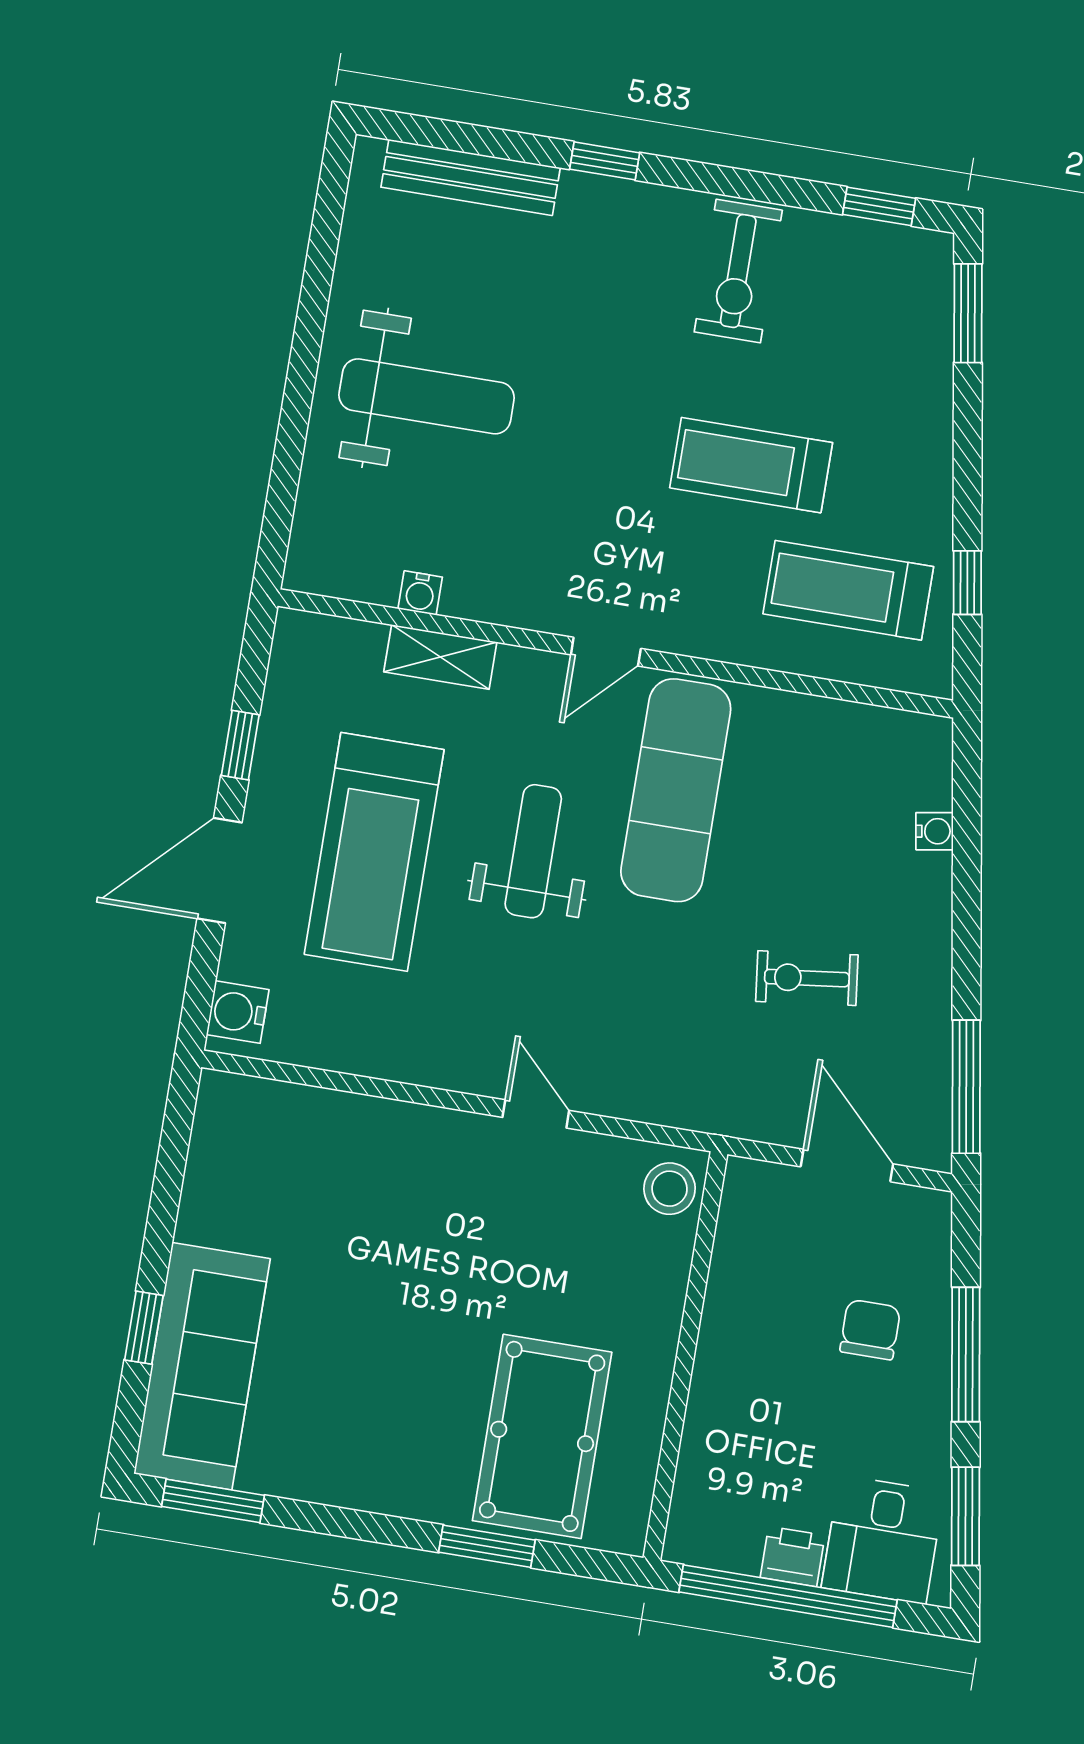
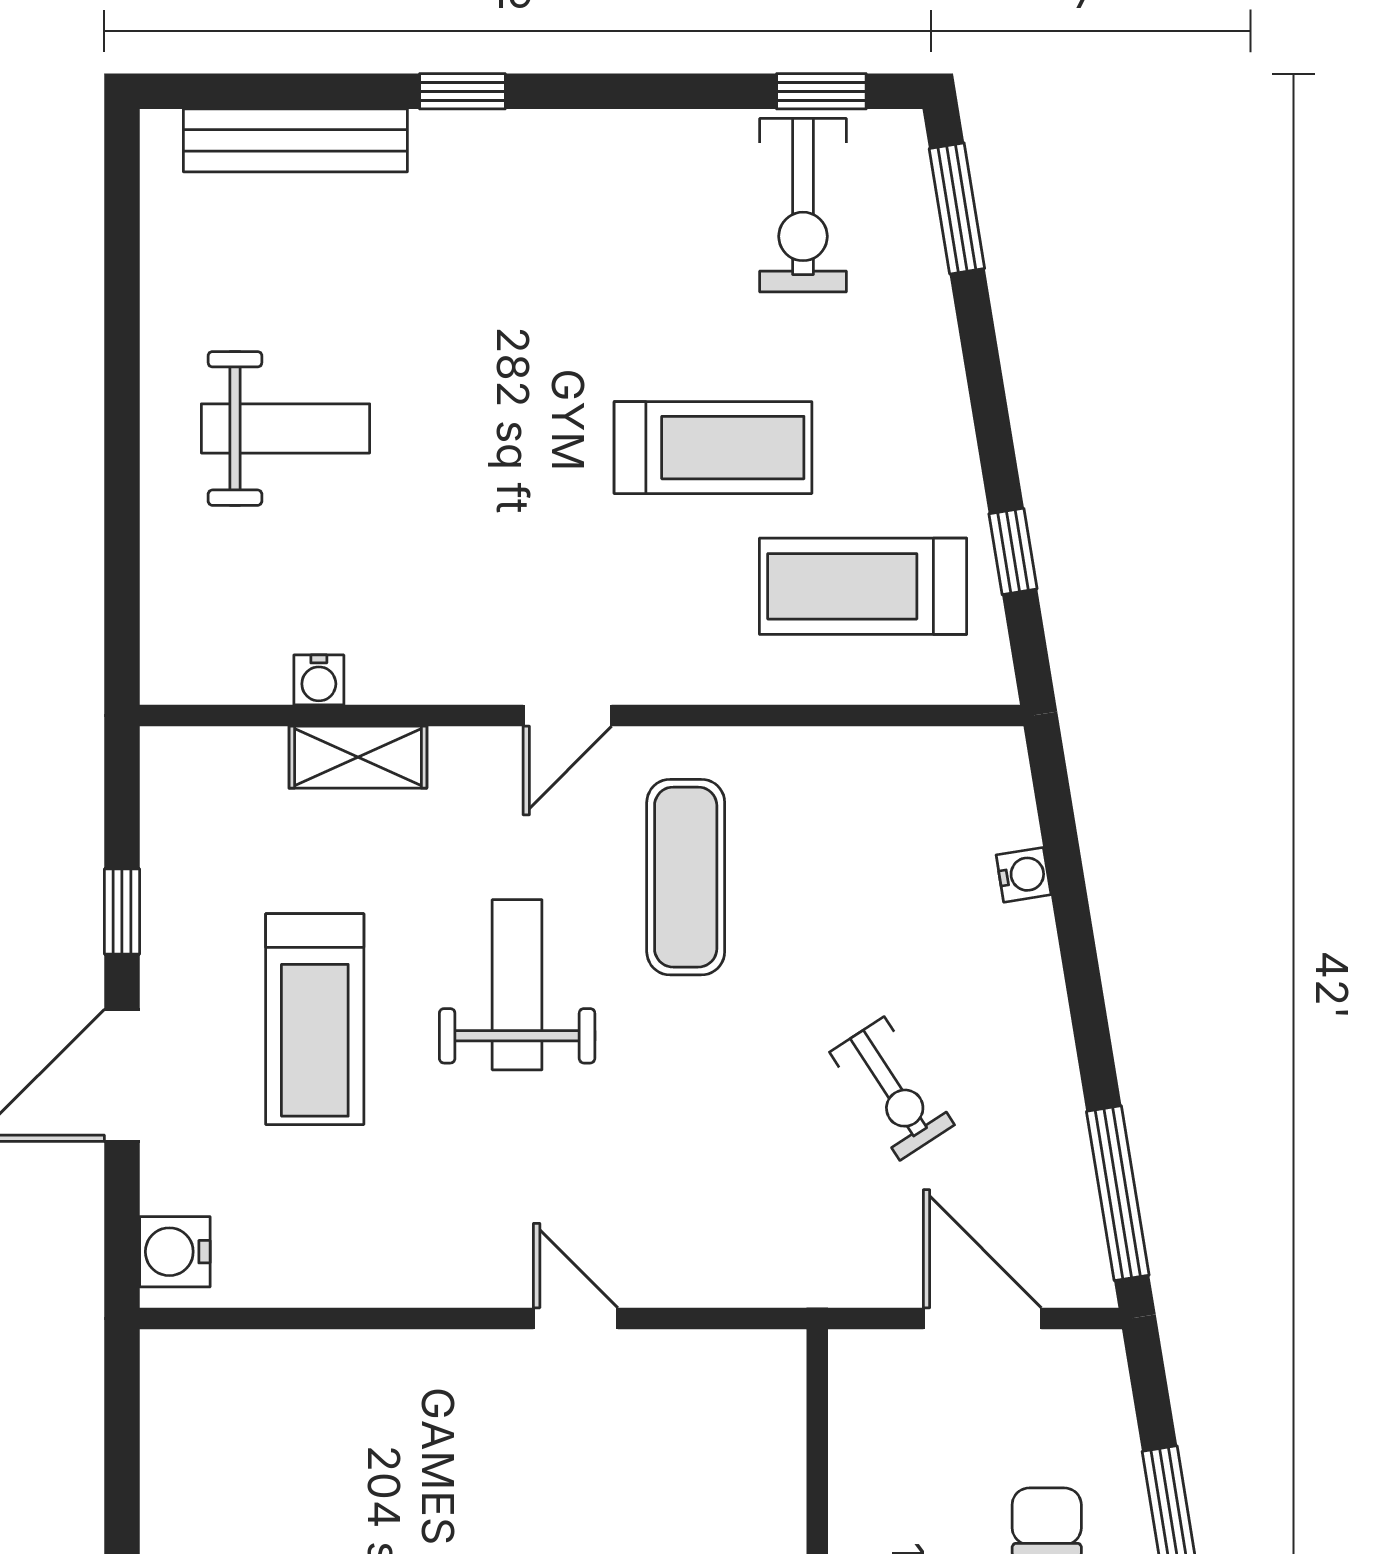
exercise bike: (738, 271) -> (803, 205), moved
weight bench: (427, 396) -> (286, 428), width x0.73, depth x0.75
treadmill: (751, 465) -> (713, 448), turned 180
exercise mat: (676, 790) -> (686, 877), width x0.73, depth x0.69
treadmill: (374, 852) -> (315, 1019), width x0.73, depth x0.73
exercise bike: (807, 978) -> (892, 1089), turned -116
stool: (670, 1189) -> (762, 1385), removed

